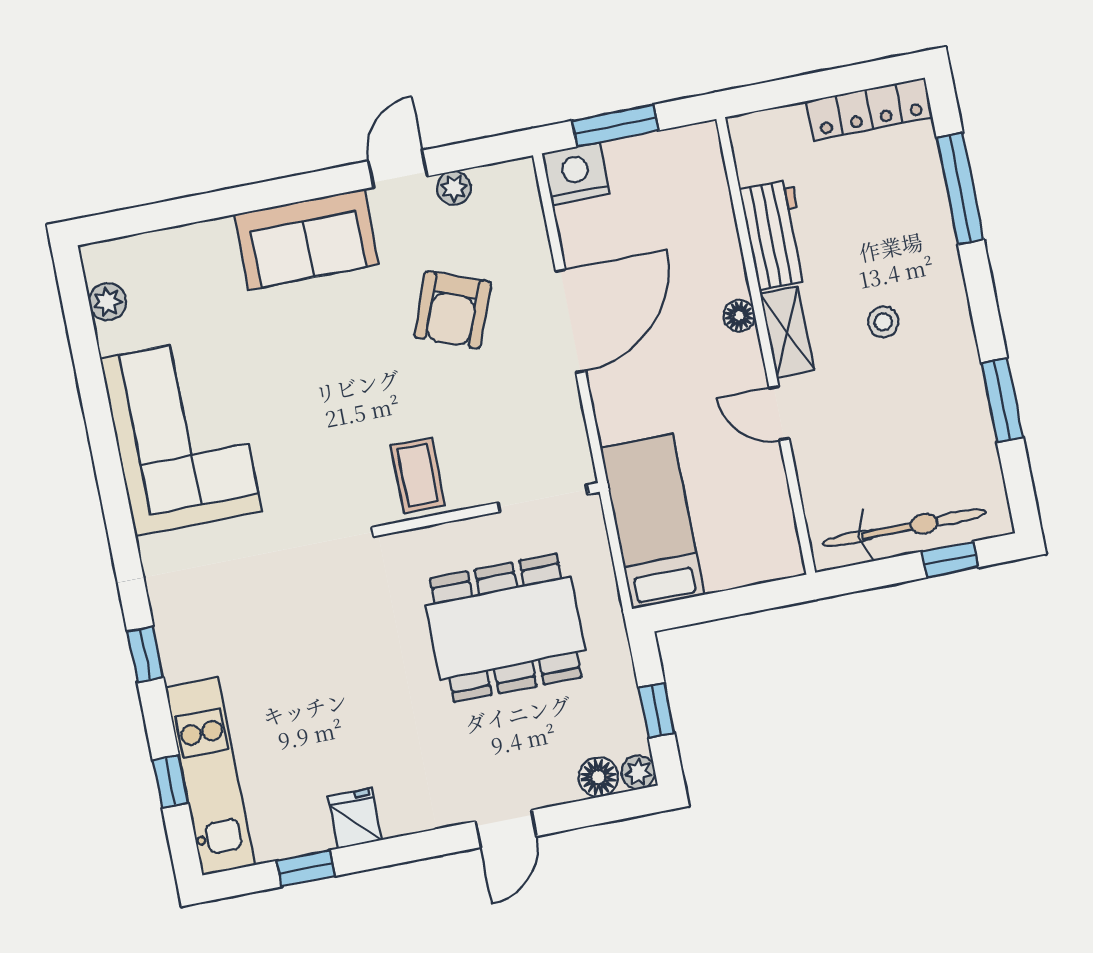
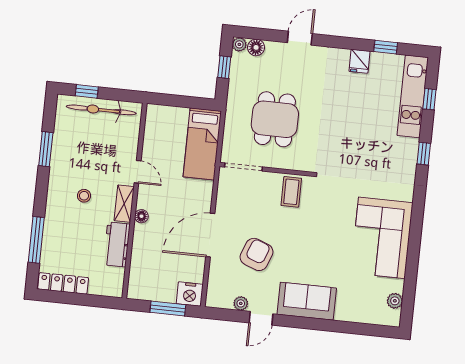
dining table: (506, 628) -> (275, 119), width x0.73

